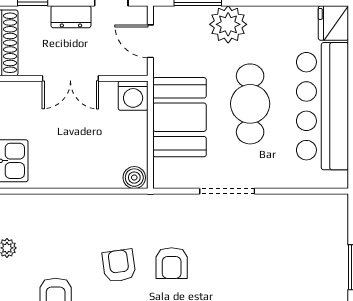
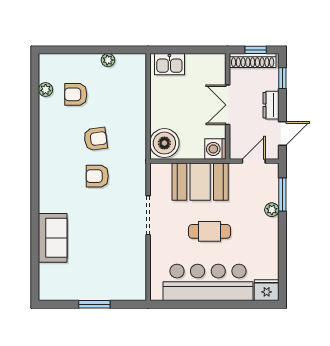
plant: (228, 24) -> (272, 210), width x0.53, depth x0.53
cafe table: (250, 104) -> (209, 231), width x0.73, depth x0.74
boiler: (134, 178) -> (164, 143), width x1.86, depth x1.86

